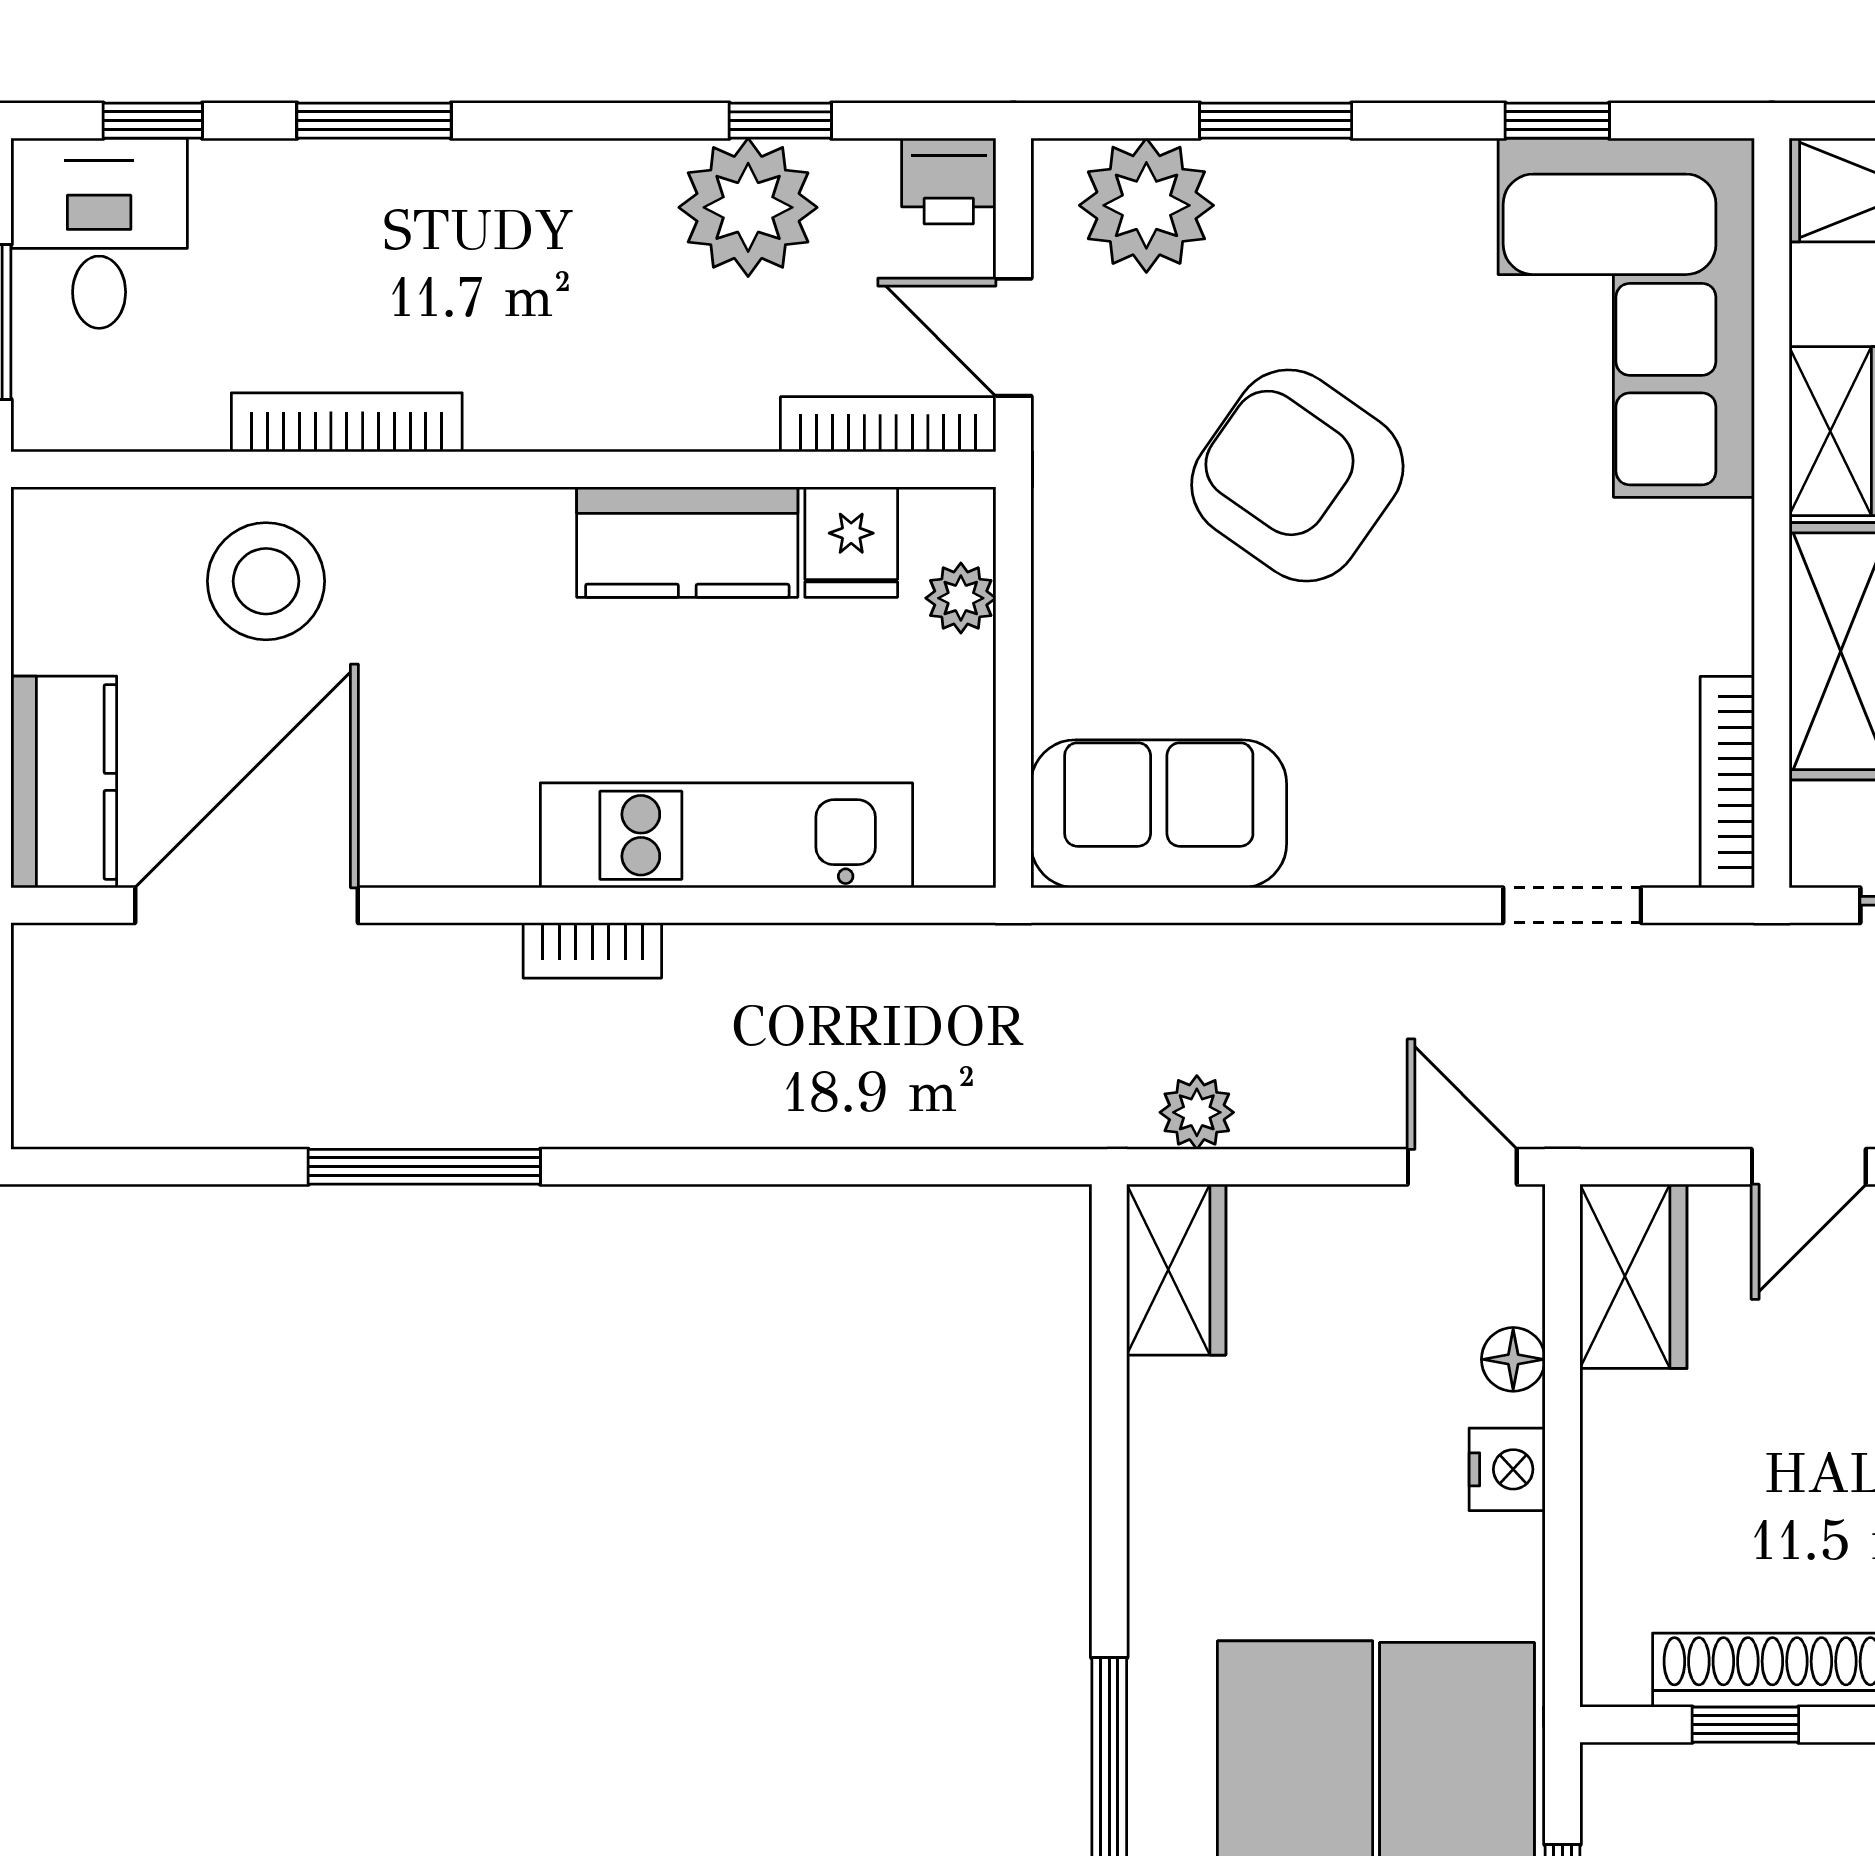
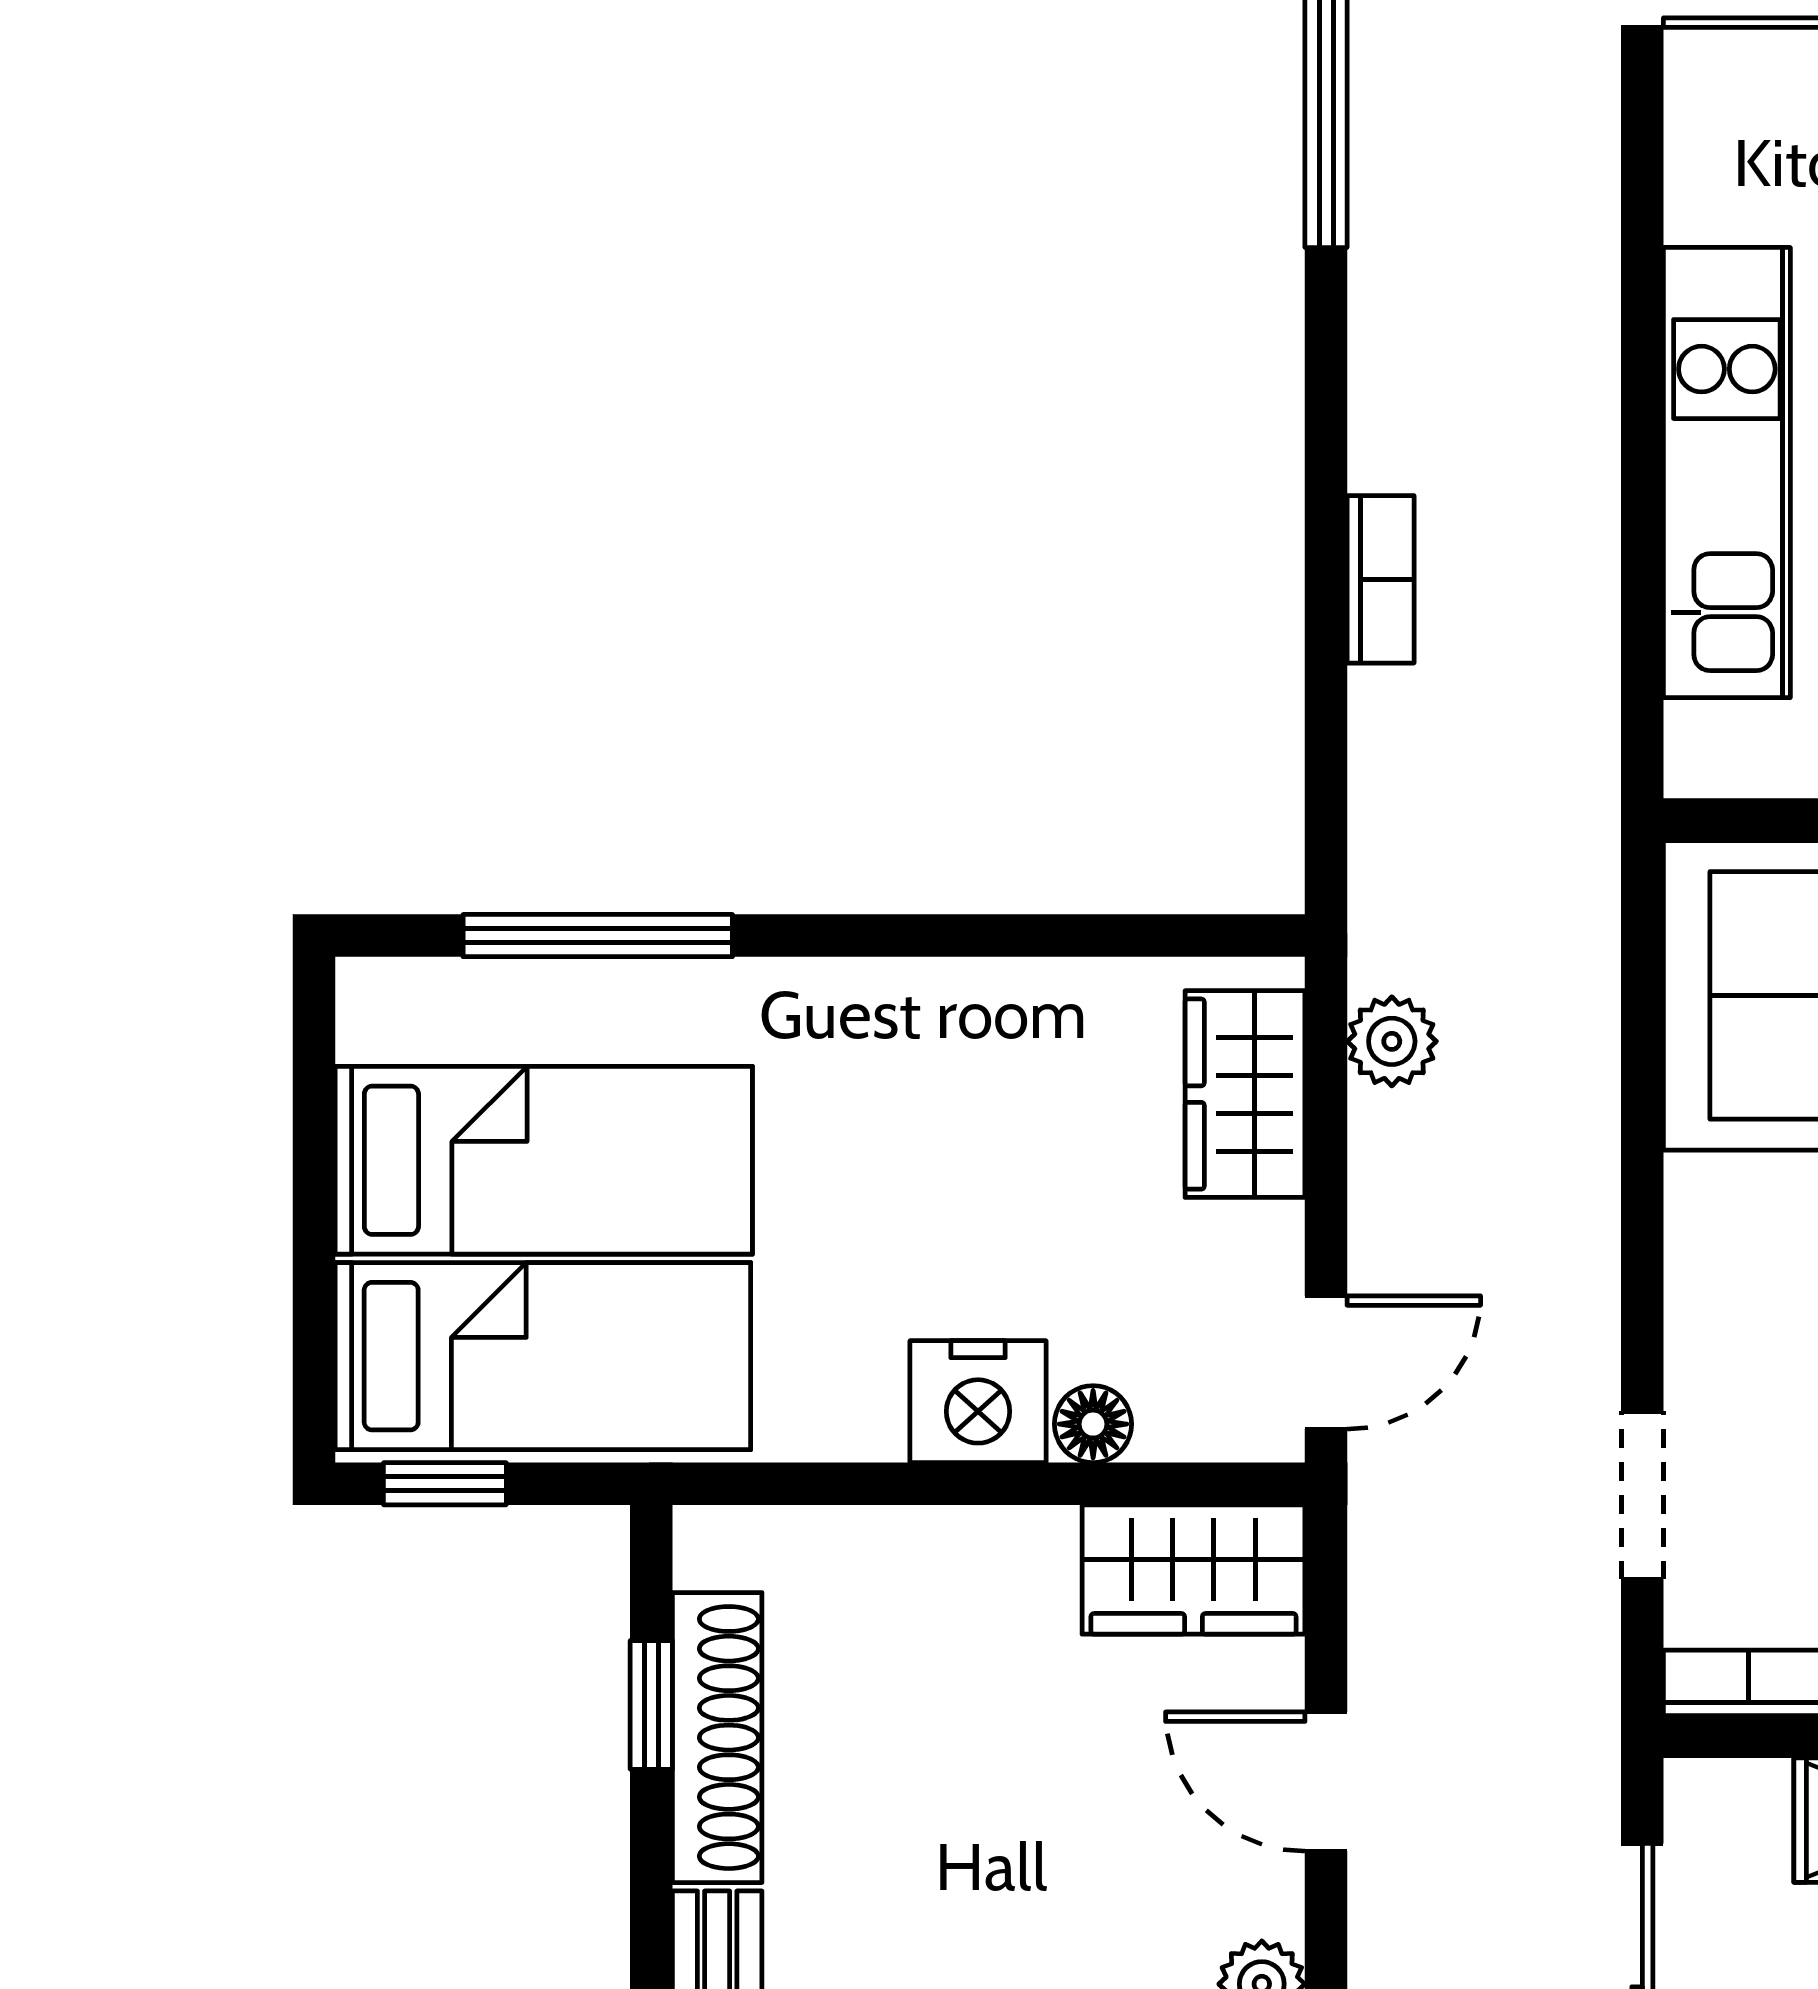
bookcase: (592, 950) -> (1381, 579), moved, turned 180
wardrobe: (1176, 1270) -> (1245, 1094), moved, turned 90
nightstand: (1507, 1469) -> (978, 1402), width x1.36, depth x1.33

